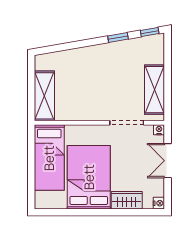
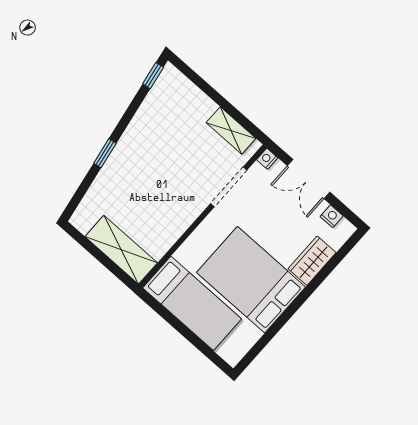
window: (118, 38) -> (105, 153), moved
shelving: (155, 90) -> (231, 131), width x0.67, depth x0.75
nightstand: (159, 203) -> (332, 216), moved

